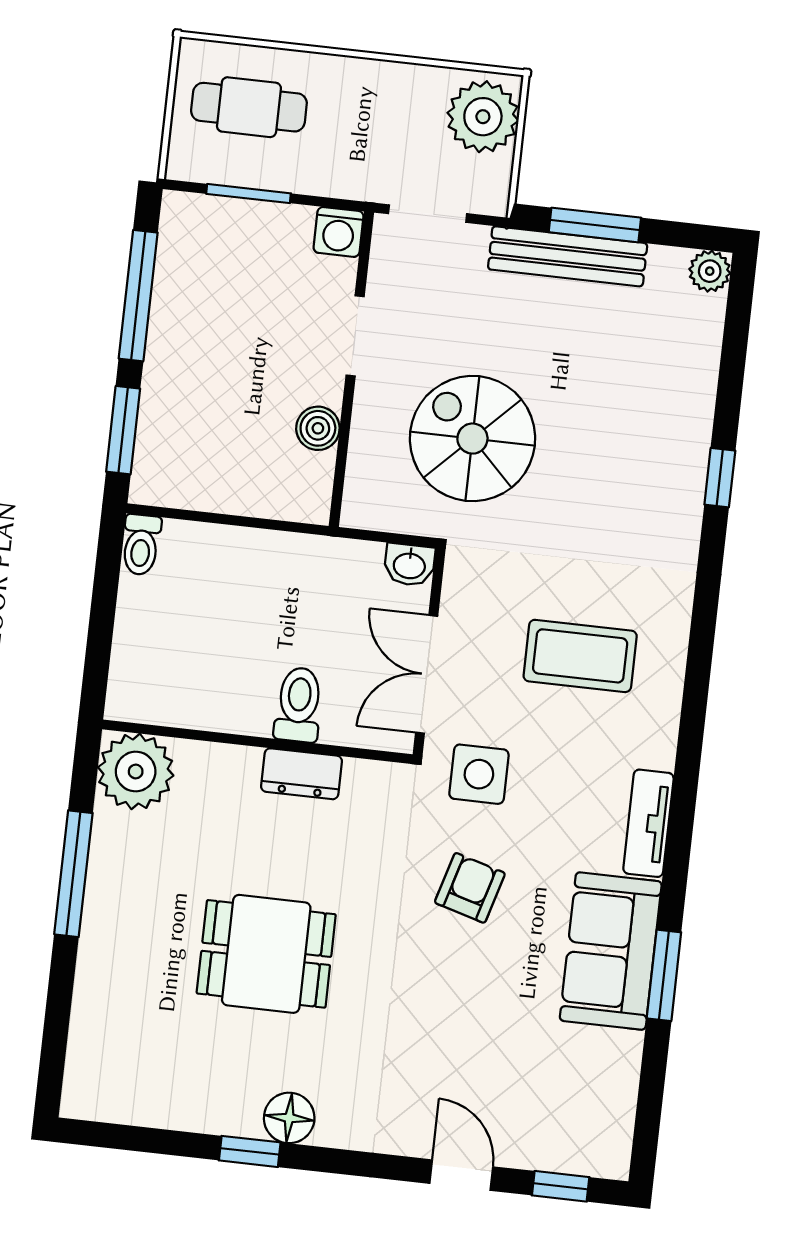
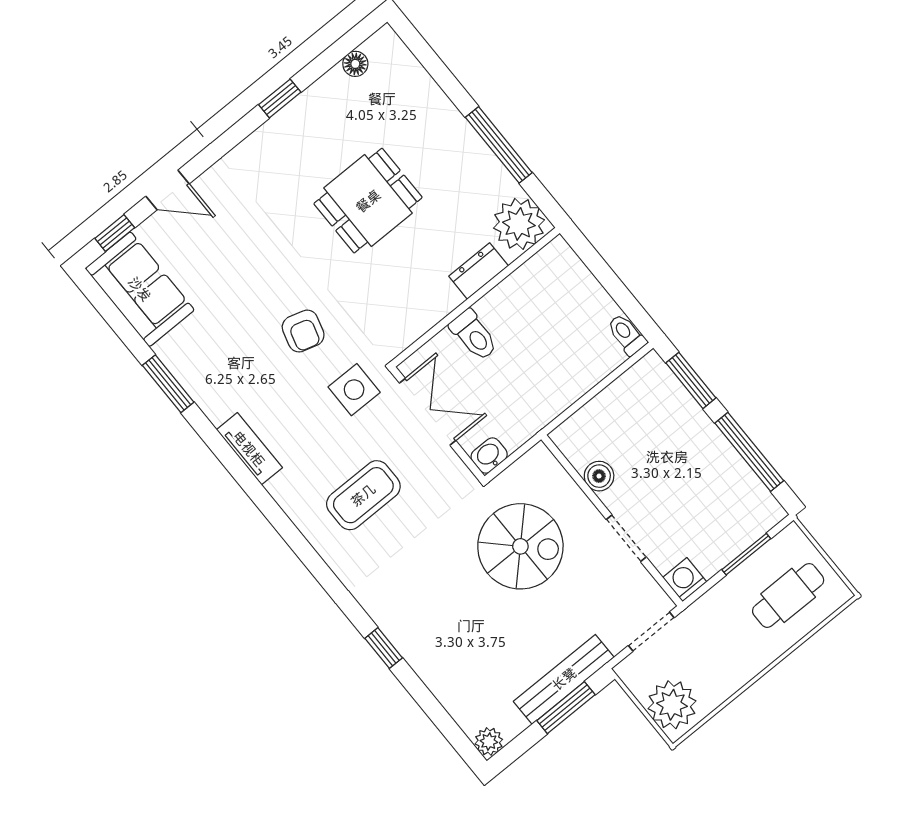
dresser: (302, 774) -> (479, 271), moved
sofa: (611, 951) -> (140, 289), moved
floor lamp: (289, 1118) -> (355, 64), moved, width x0.73, depth x0.73

